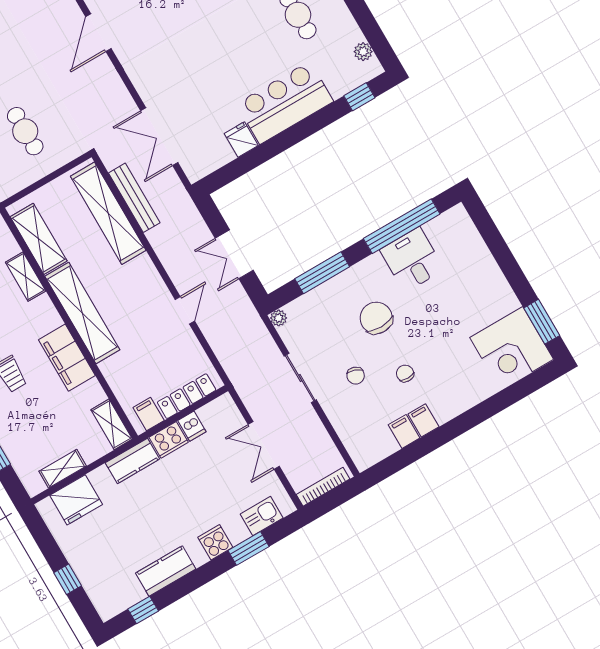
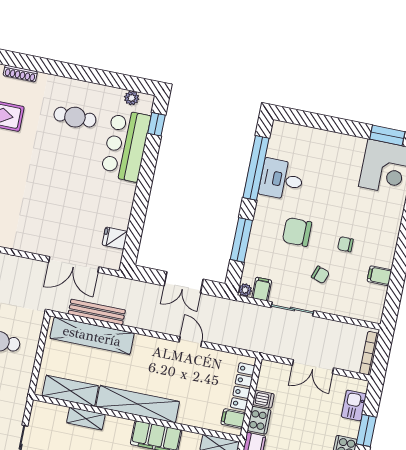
bar counter: (285, 103) -> (126, 145), moved
fridge: (241, 140) -> (115, 238), moved
filing cabinet: (423, 420) -> (262, 289), moved, turned 90

